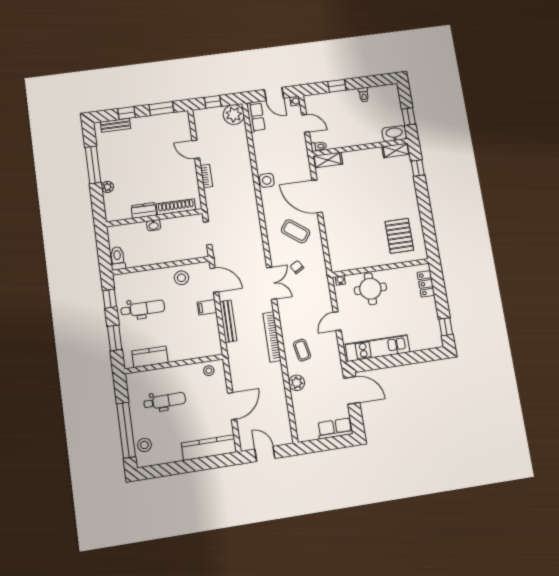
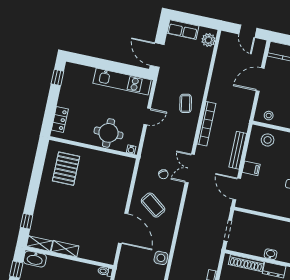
shelving: (328, 160) -> (65, 249), moved
stool: (181, 278) -> (268, 140), moved
plant: (297, 383) -> (208, 40), moved

